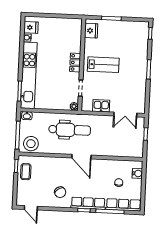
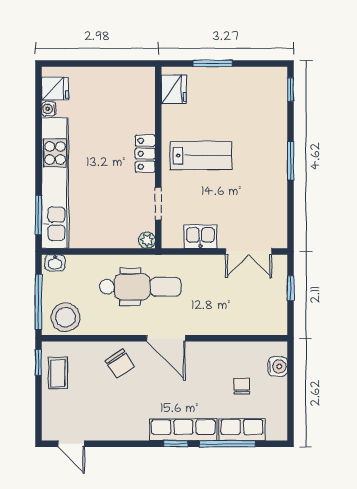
chair: (60, 192) -> (120, 364), moved
row of seats: (123, 205) -> (242, 429), width x0.68

